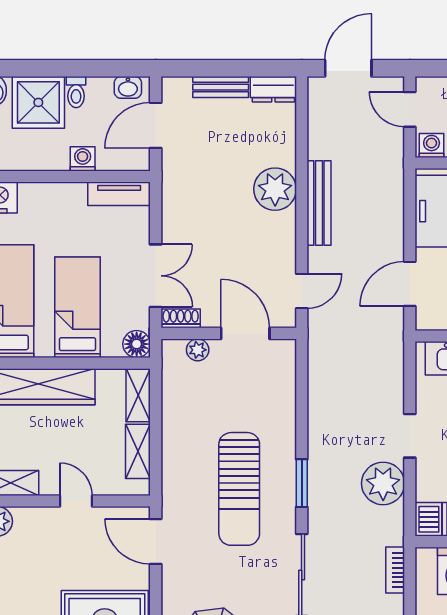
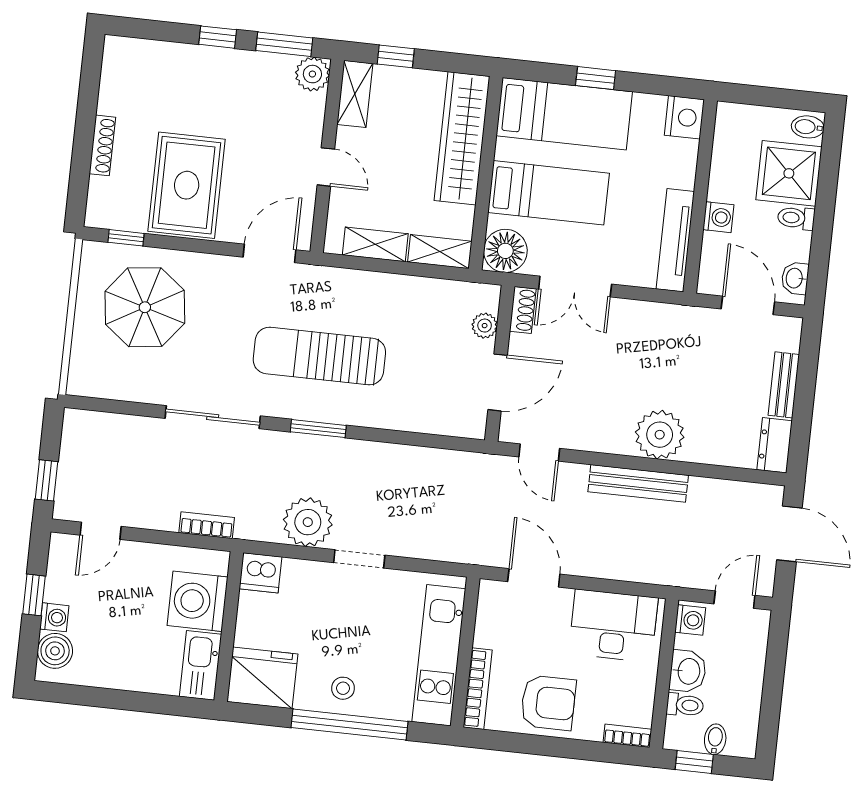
tv unit: (119, 194) -> (675, 240), width x1.41
floor lamp: (137, 344) -> (505, 251), width x1.38, depth x1.38
door: (76, 501) -> (326, 167), hinge flipped

